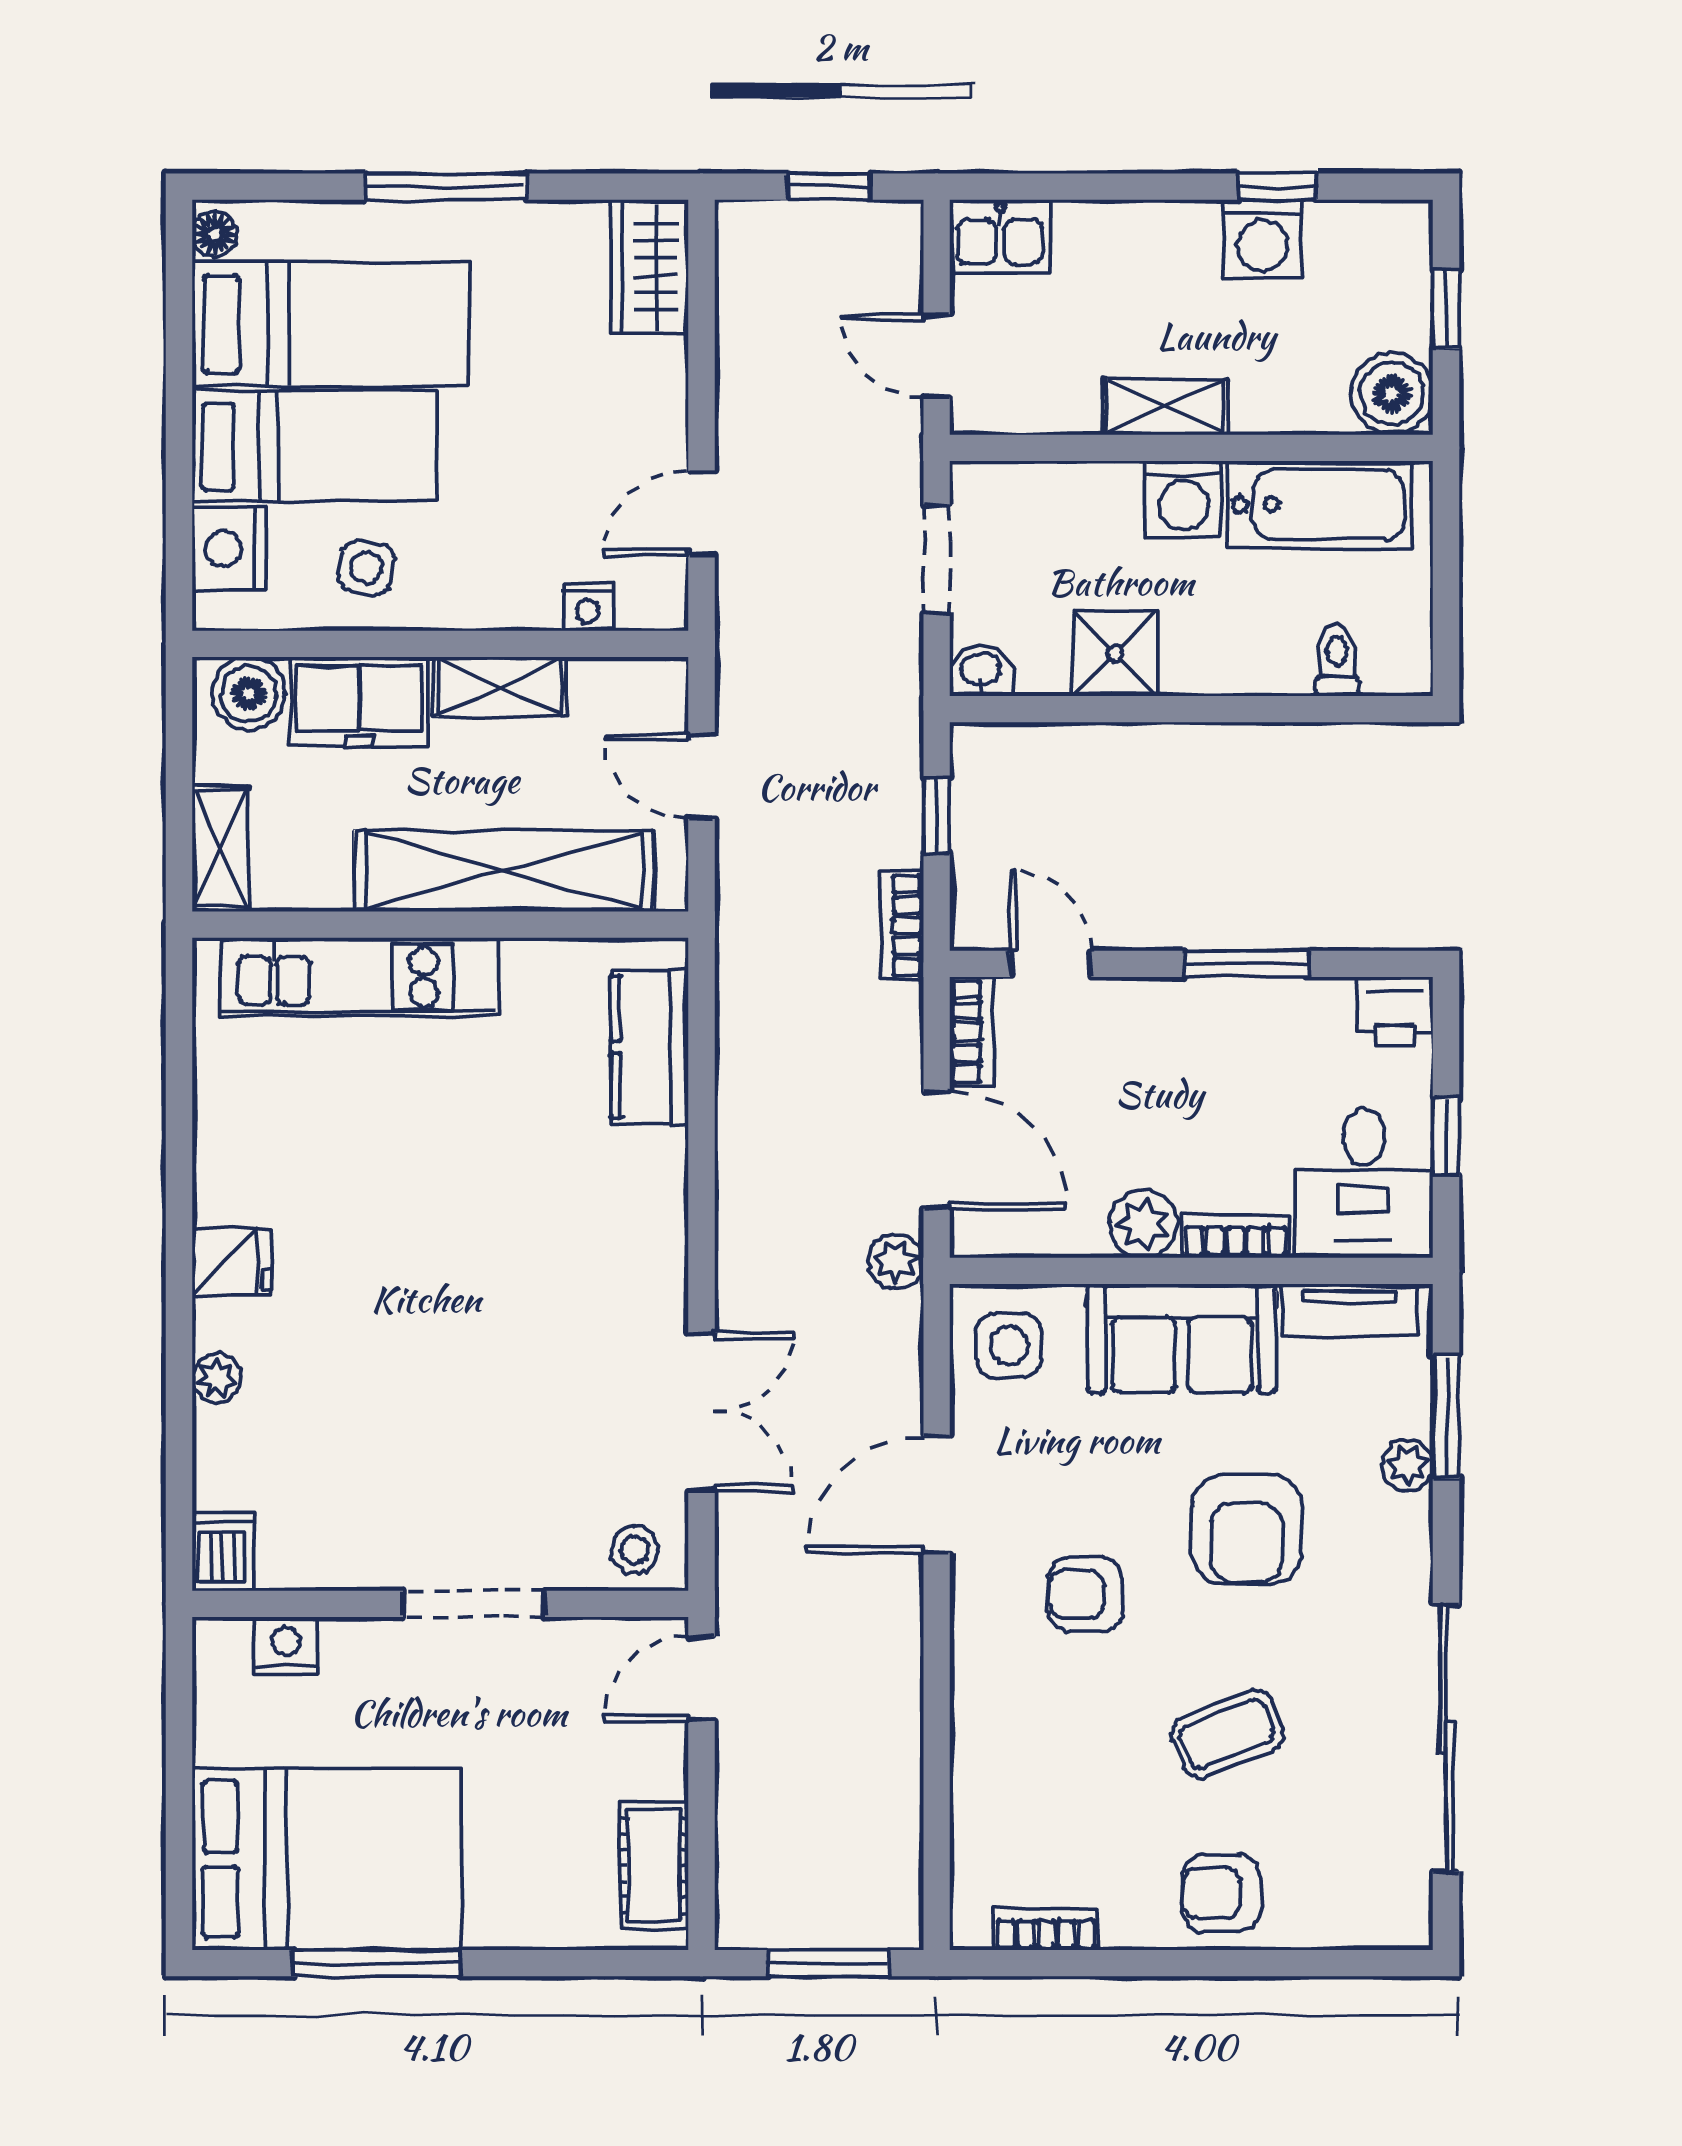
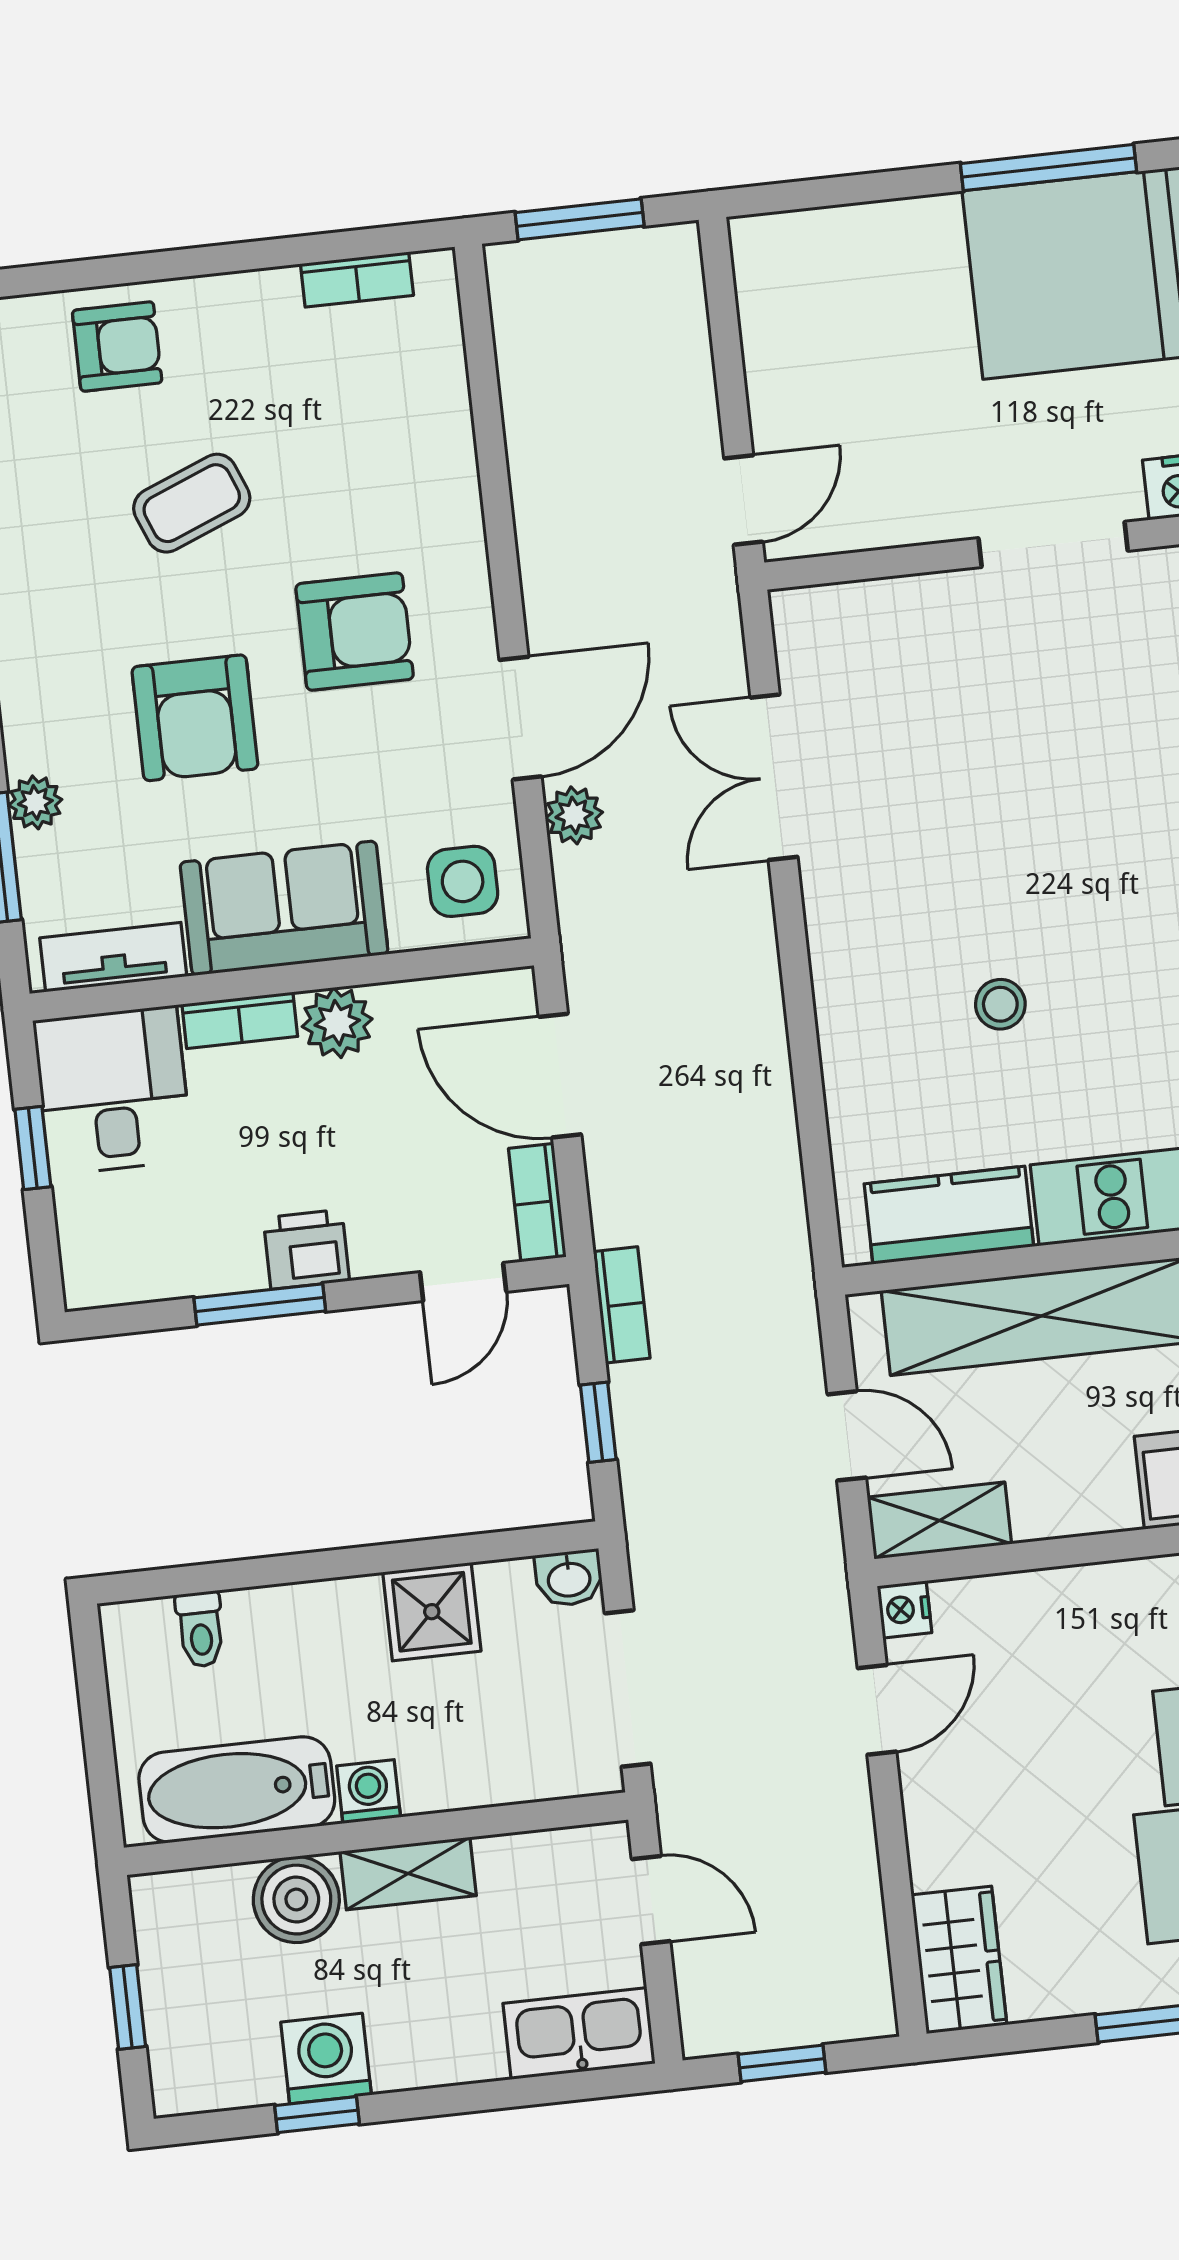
kitchen sink: (1000, 236) -> (579, 2034), width x1.38
boiler: (1392, 394) -> (296, 1900), moved
washing machine: (1184, 499) -> (369, 1792), width x0.73, depth x0.73
doorway: (937, 560) -> (628, 1688), width x1.38
nightstand: (588, 607) -> (904, 1609), moved, turned -90
shelving: (499, 687) -> (939, 1521), moved
door: (1050, 964) -> (463, 1282), hinge flipped
printer: (1395, 1011) -> (306, 1249), moved
kitchen counter: (650, 1047) -> (949, 1215), moved, turned -90
plant: (896, 1261) -> (574, 815), moved
armchair: (1246, 1529) -> (195, 718), turned 180
stool: (635, 1549) -> (1000, 1004), moved
armchair: (1085, 1594) -> (355, 632), width x1.38, depth x1.38
doorway: (474, 1604) -> (1053, 544), moved
cot: (654, 1865) -> (771, 301), removed
armchair: (1221, 1893) -> (117, 347), moved

